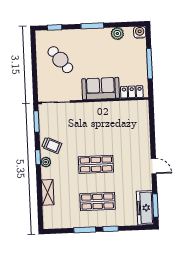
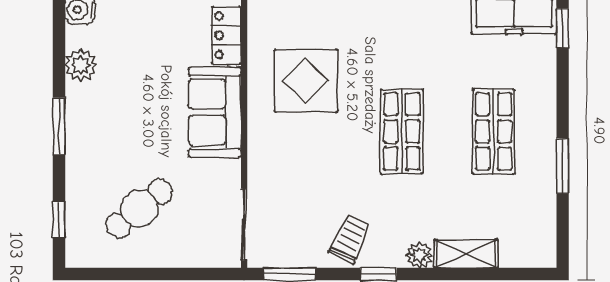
display table: (115, 125) -> (306, 81), added
plant: (46, 162) -> (419, 255), moved
window: (111, 229) -> (563, 28), moved

